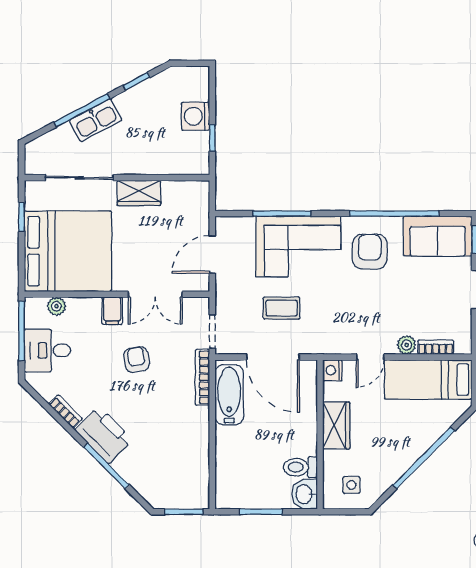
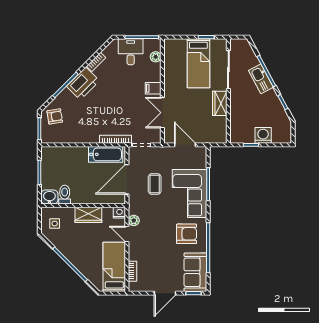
bed: (68, 251) -> (198, 63), width x0.49
plant: (407, 345) -> (134, 220), moved
armchair: (137, 360) -> (55, 116), moved

